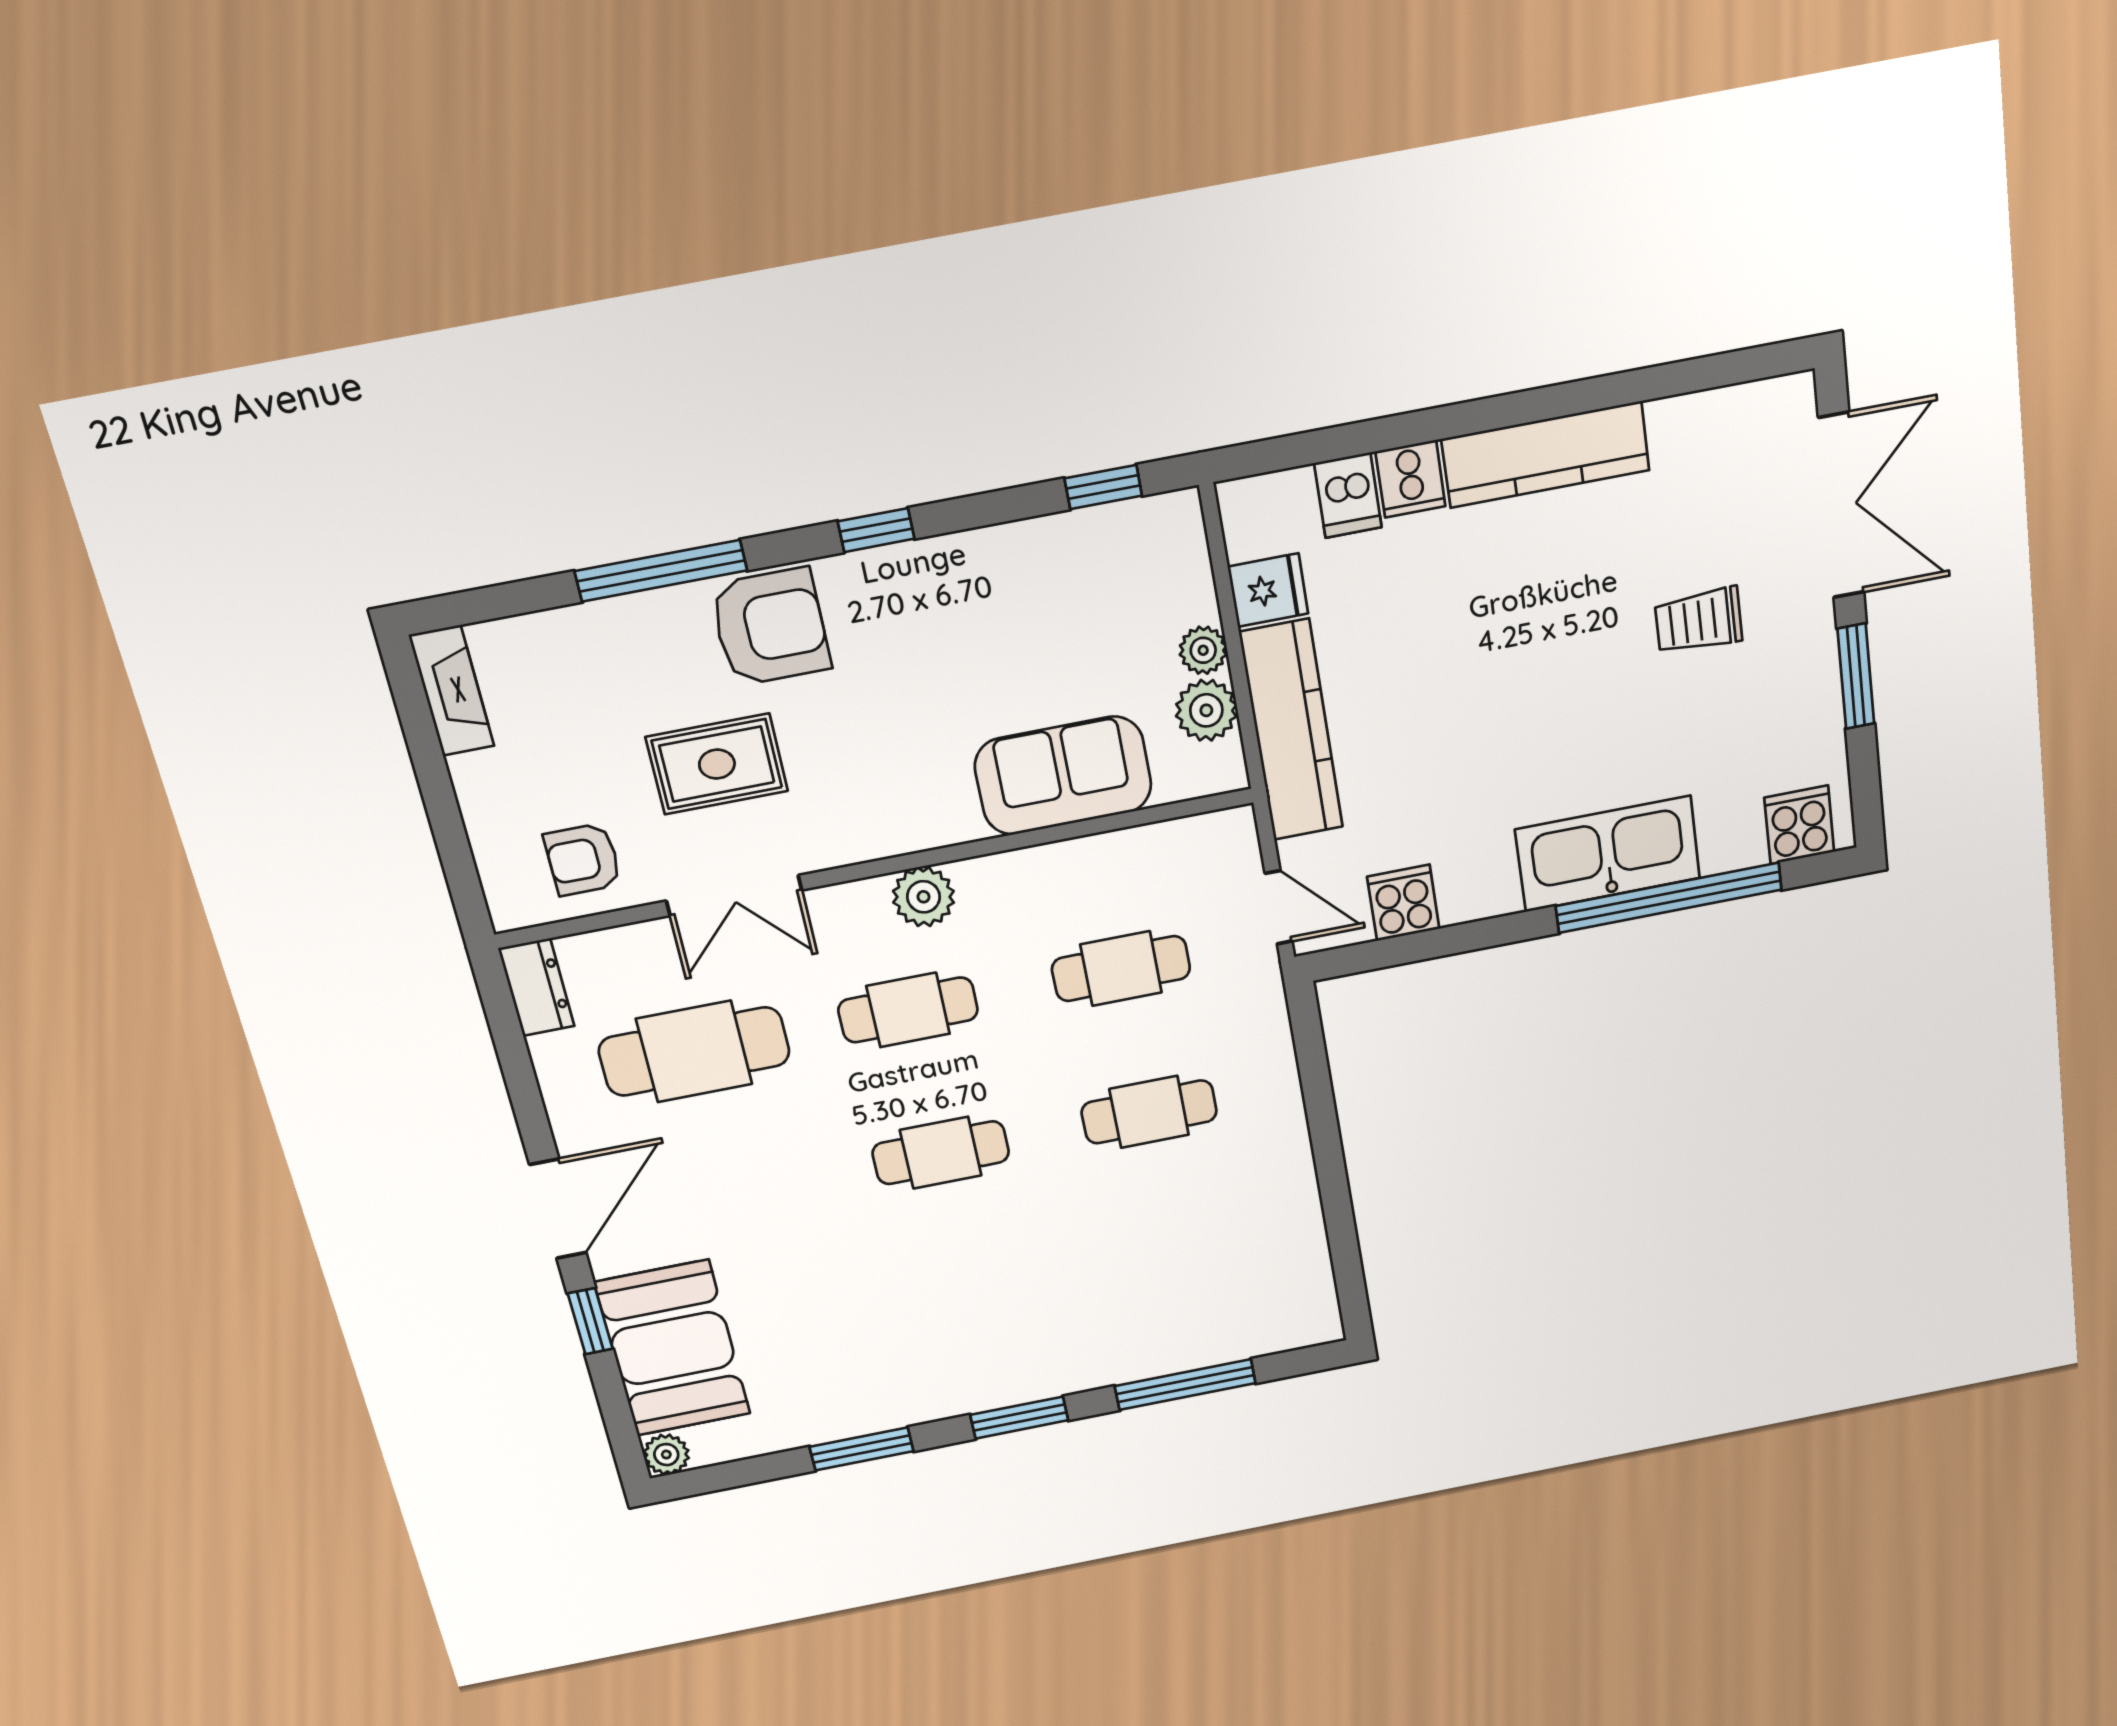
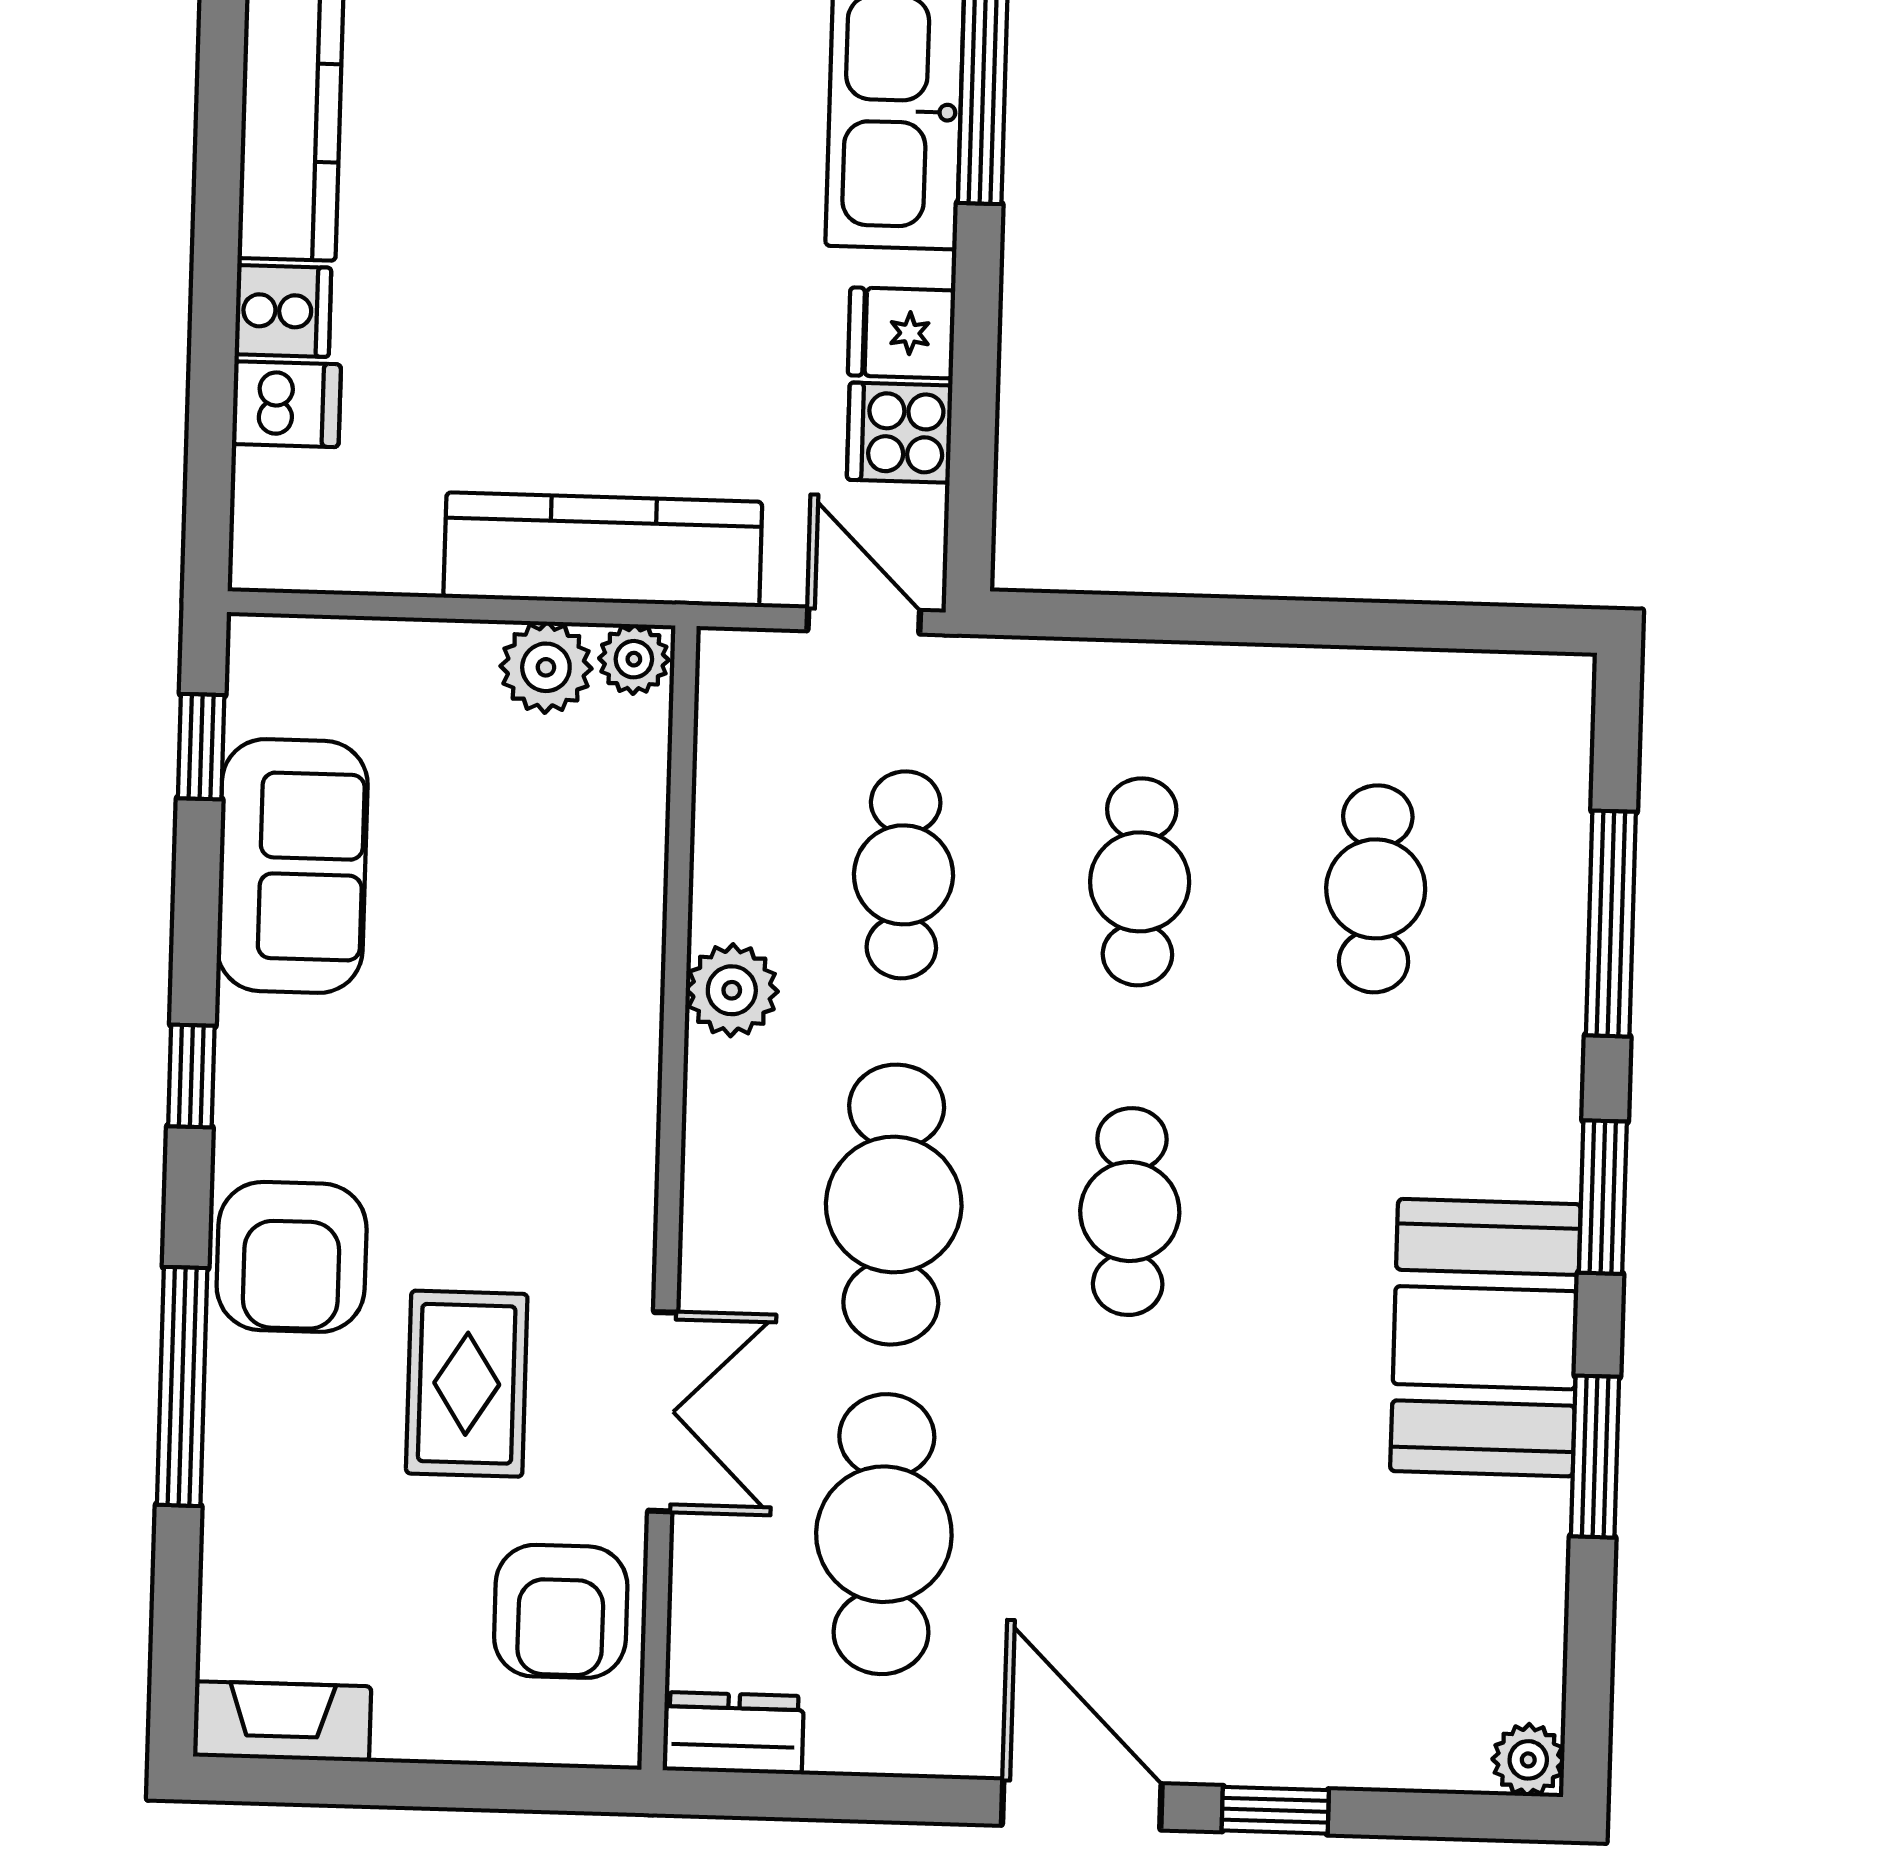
fridge: (1268, 590) -> (901, 333), moved, turned -90
armchair: (770, 627) -> (292, 1257), turned 180
plant: (1203, 650) -> (634, 659), moved
sofa: (1063, 776) -> (292, 866), moved, turned 180
armchair: (583, 859) -> (561, 1611), width x1.38, depth x1.38
plant: (923, 897) -> (732, 990), moved
door: (1279, 907) -> (864, 621), hinge flipped
cafe table: (908, 1010) -> (894, 1205), width x1.37, depth x1.35
cafe table: (1176, 1249) -> (1376, 889), added
booth: (673, 1348) -> (1485, 1338), moved, turned 90

